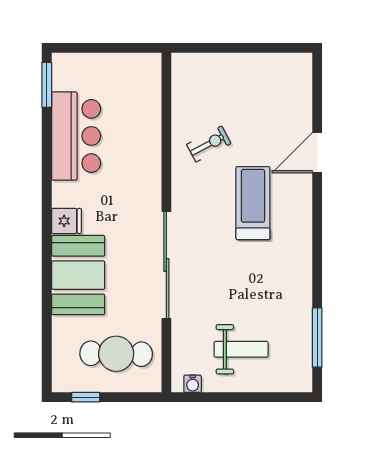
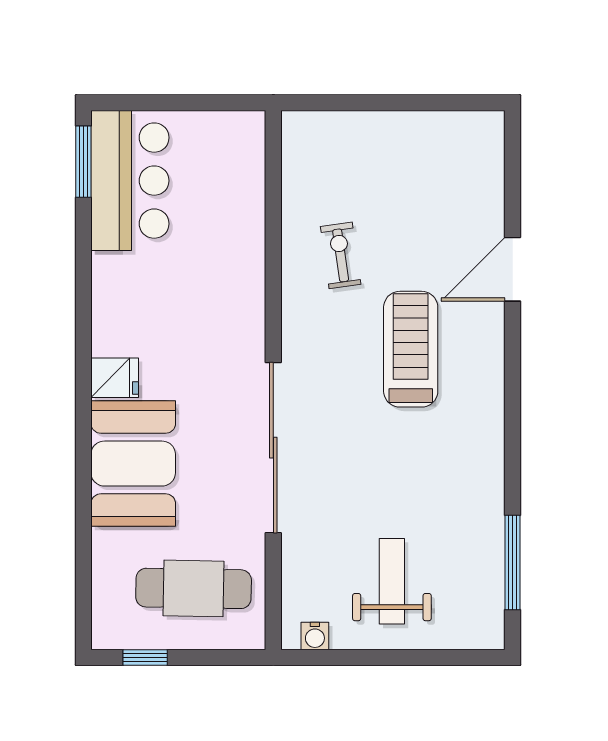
bar counter: (76, 136) -> (130, 181), moved
exercise bike: (209, 144) -> (341, 255), turned -70
weight bench: (241, 349) -> (392, 581), turned -90

